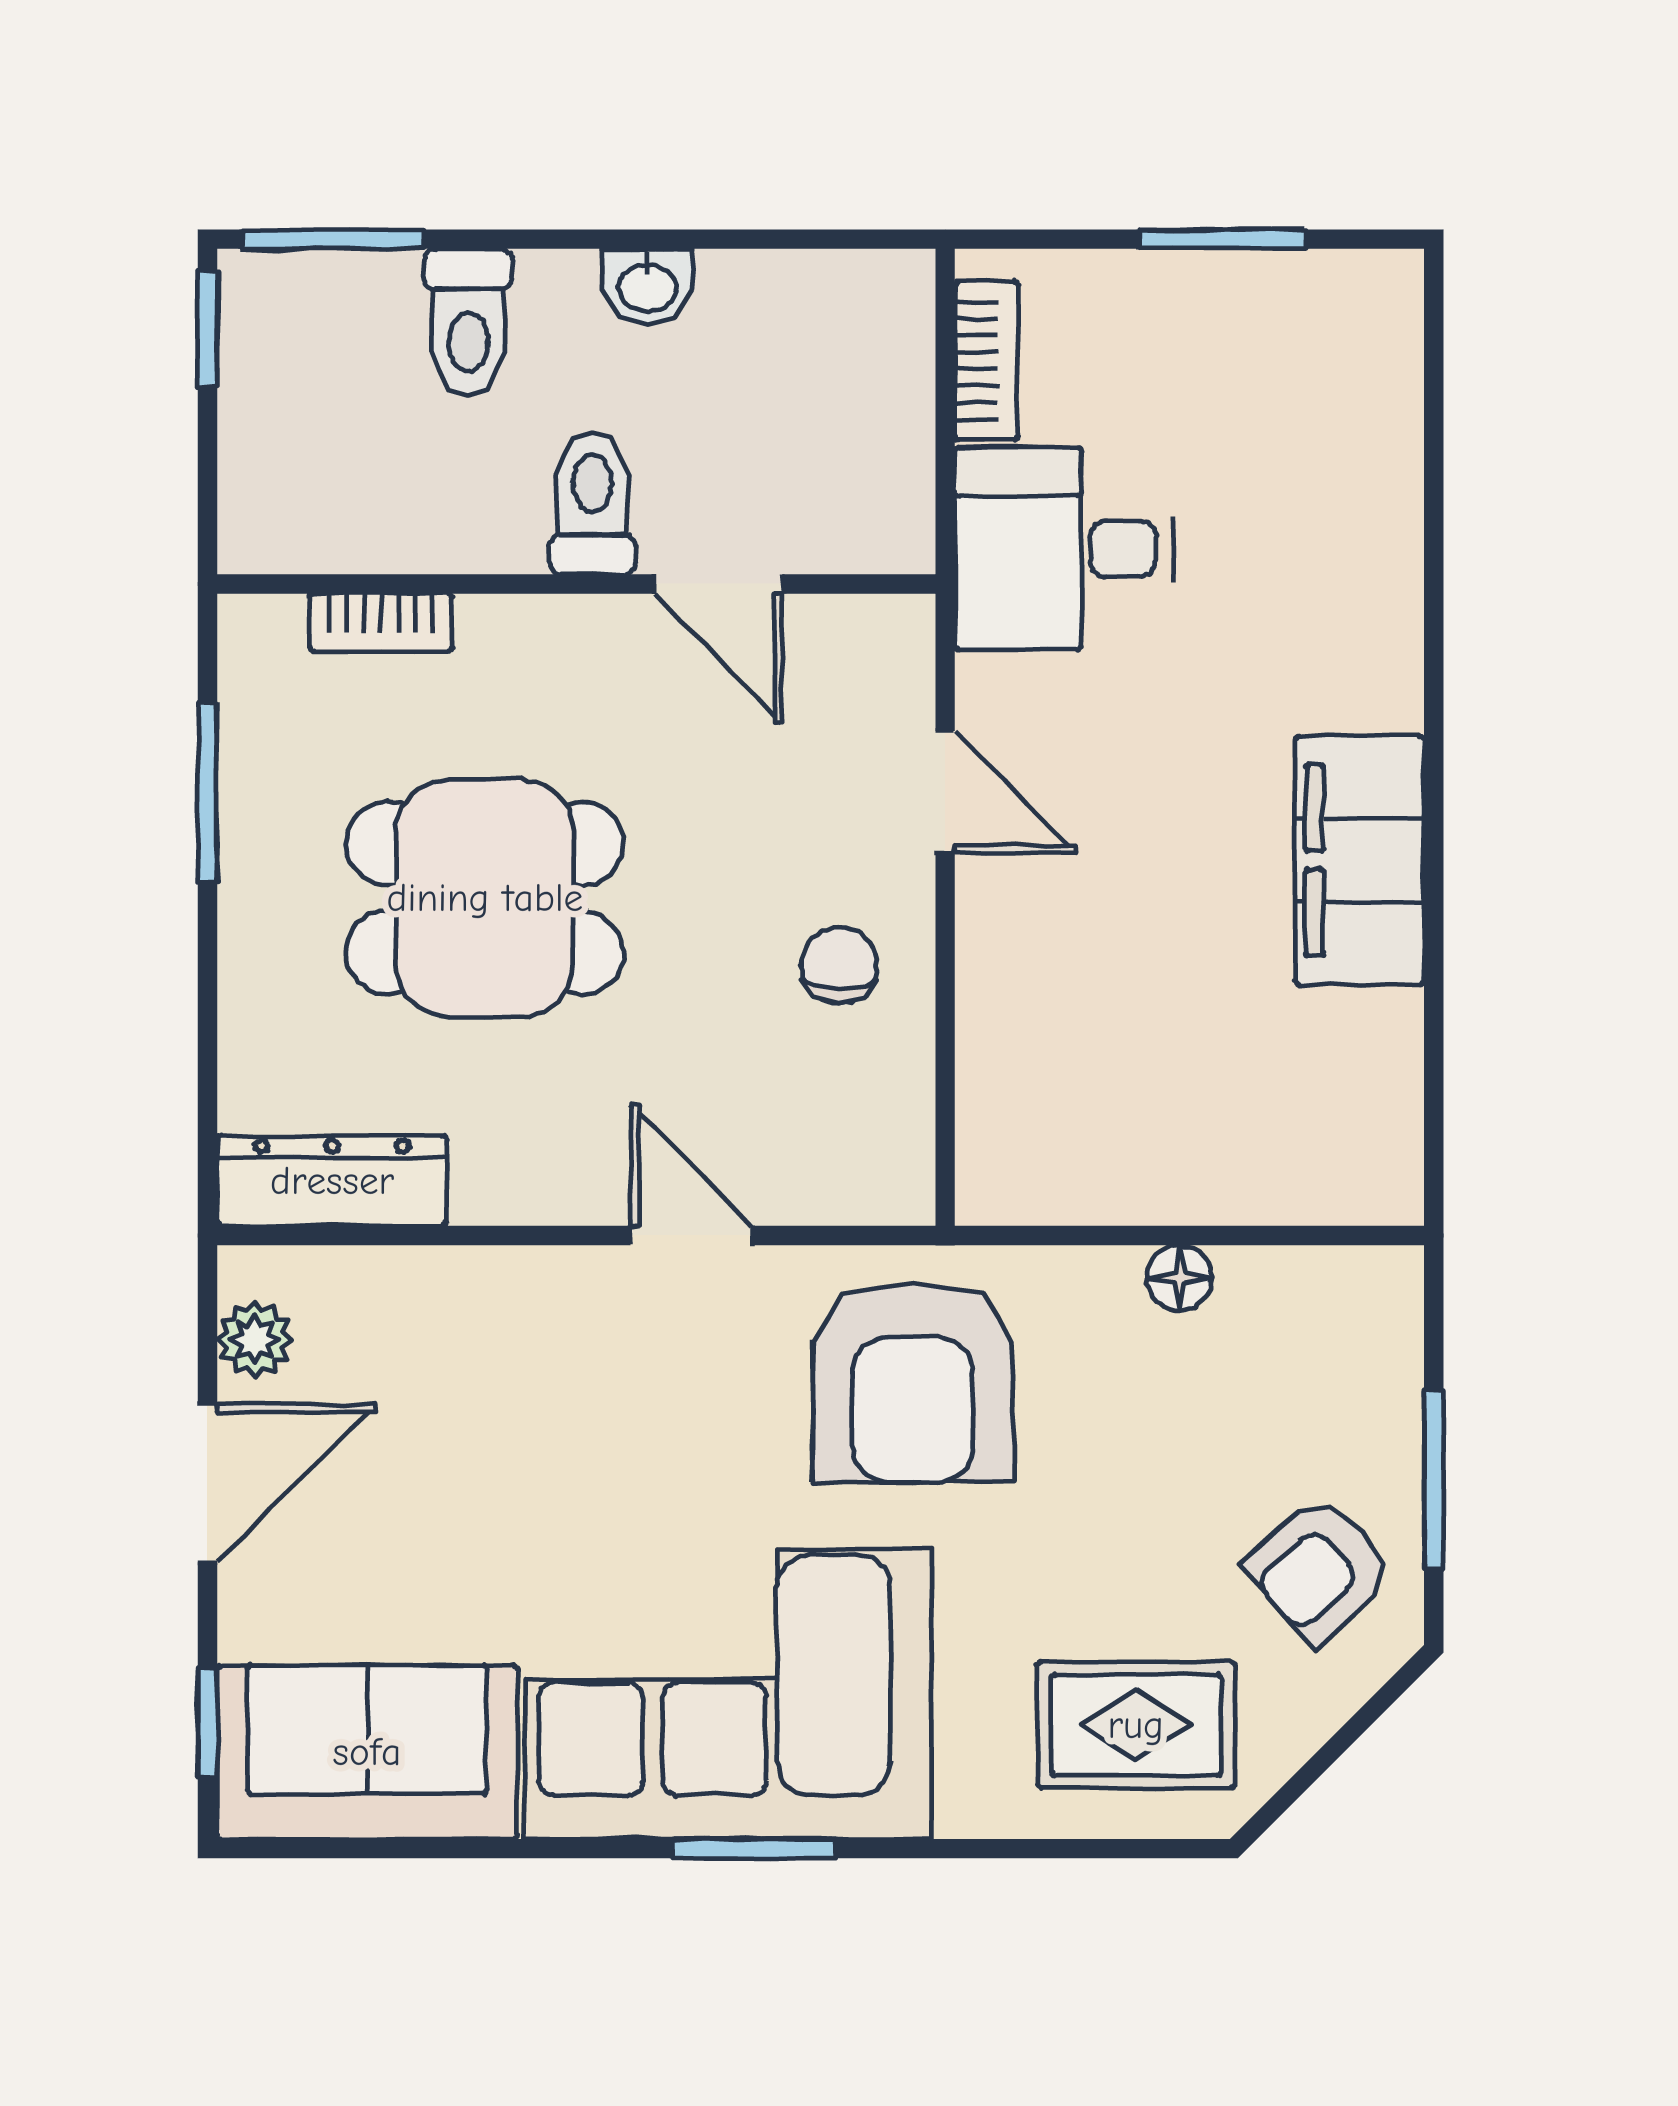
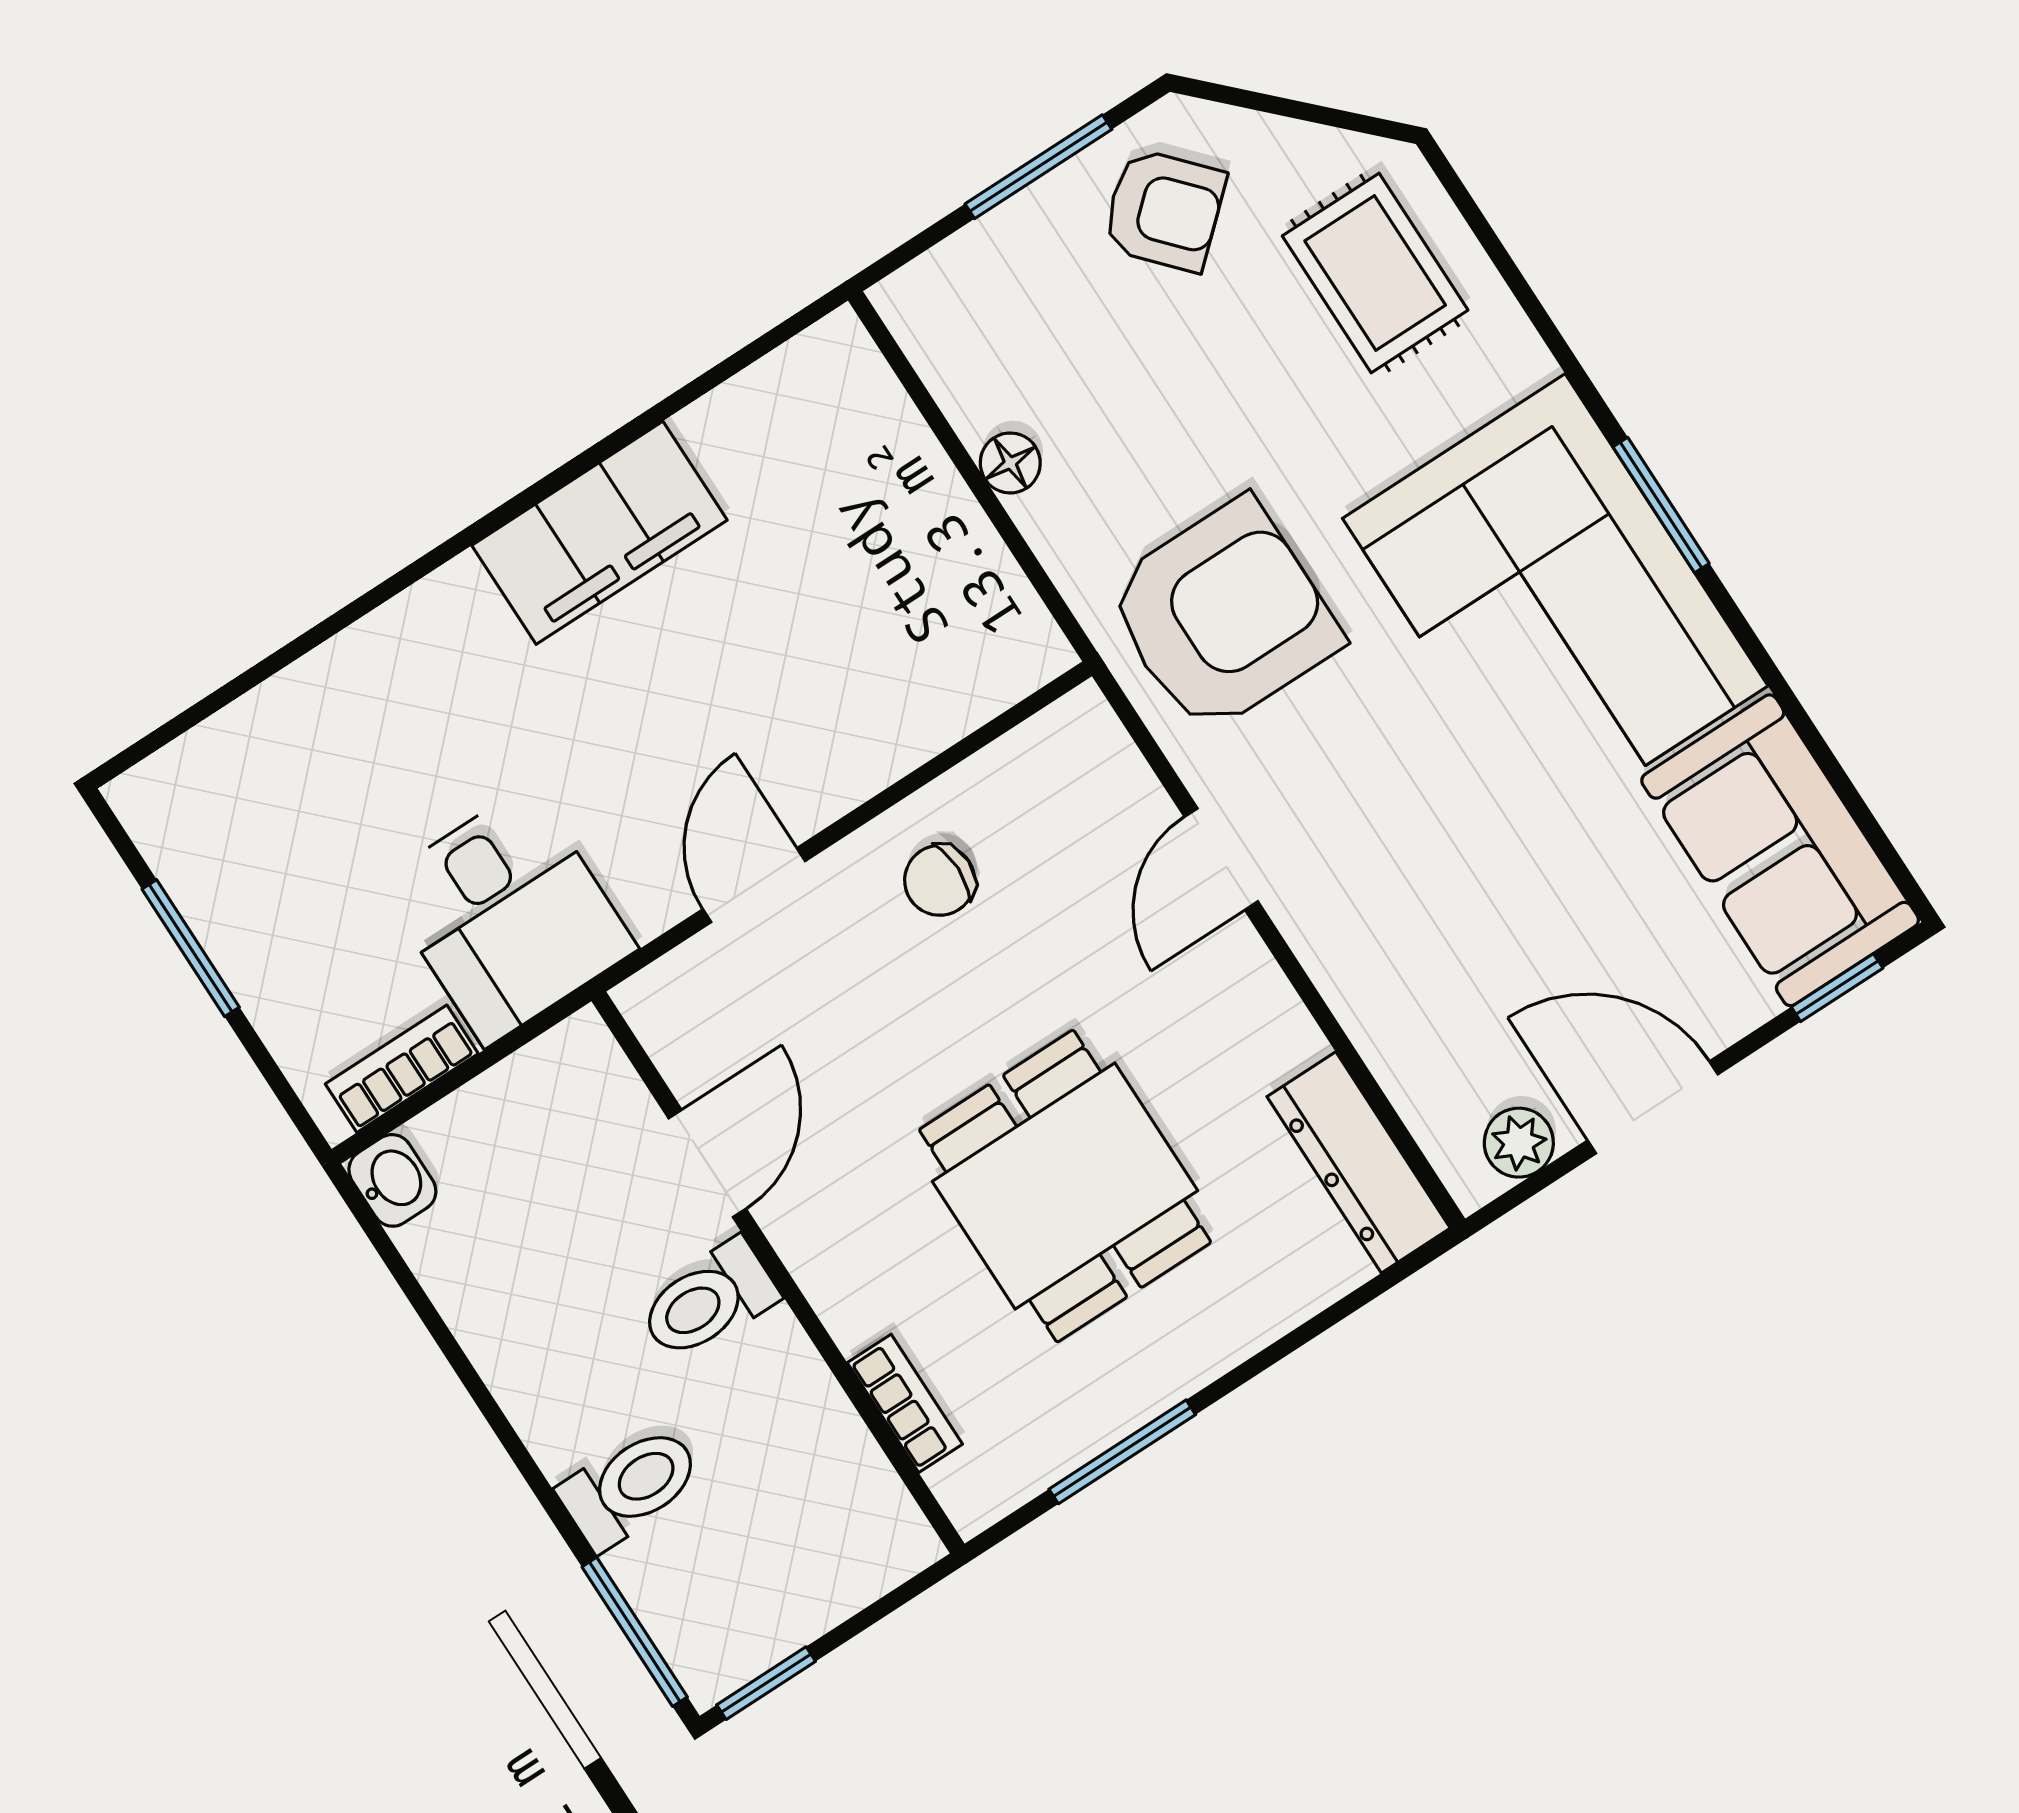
washbasin: (647, 286) -> (392, 1180), moved

